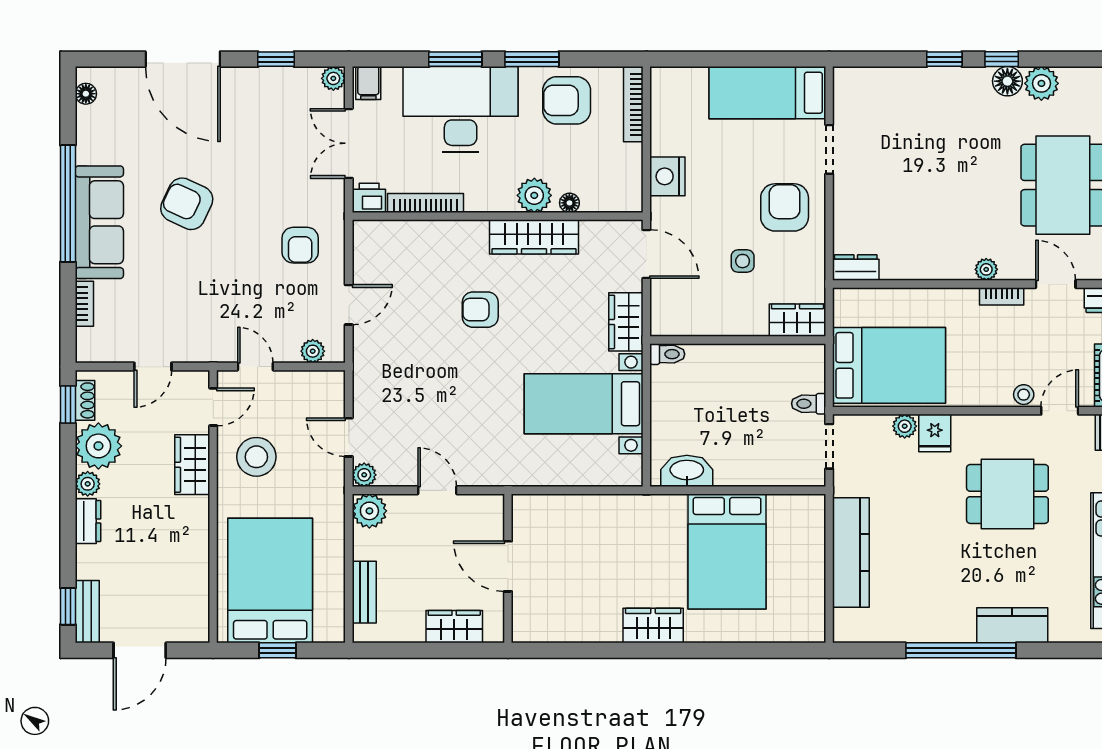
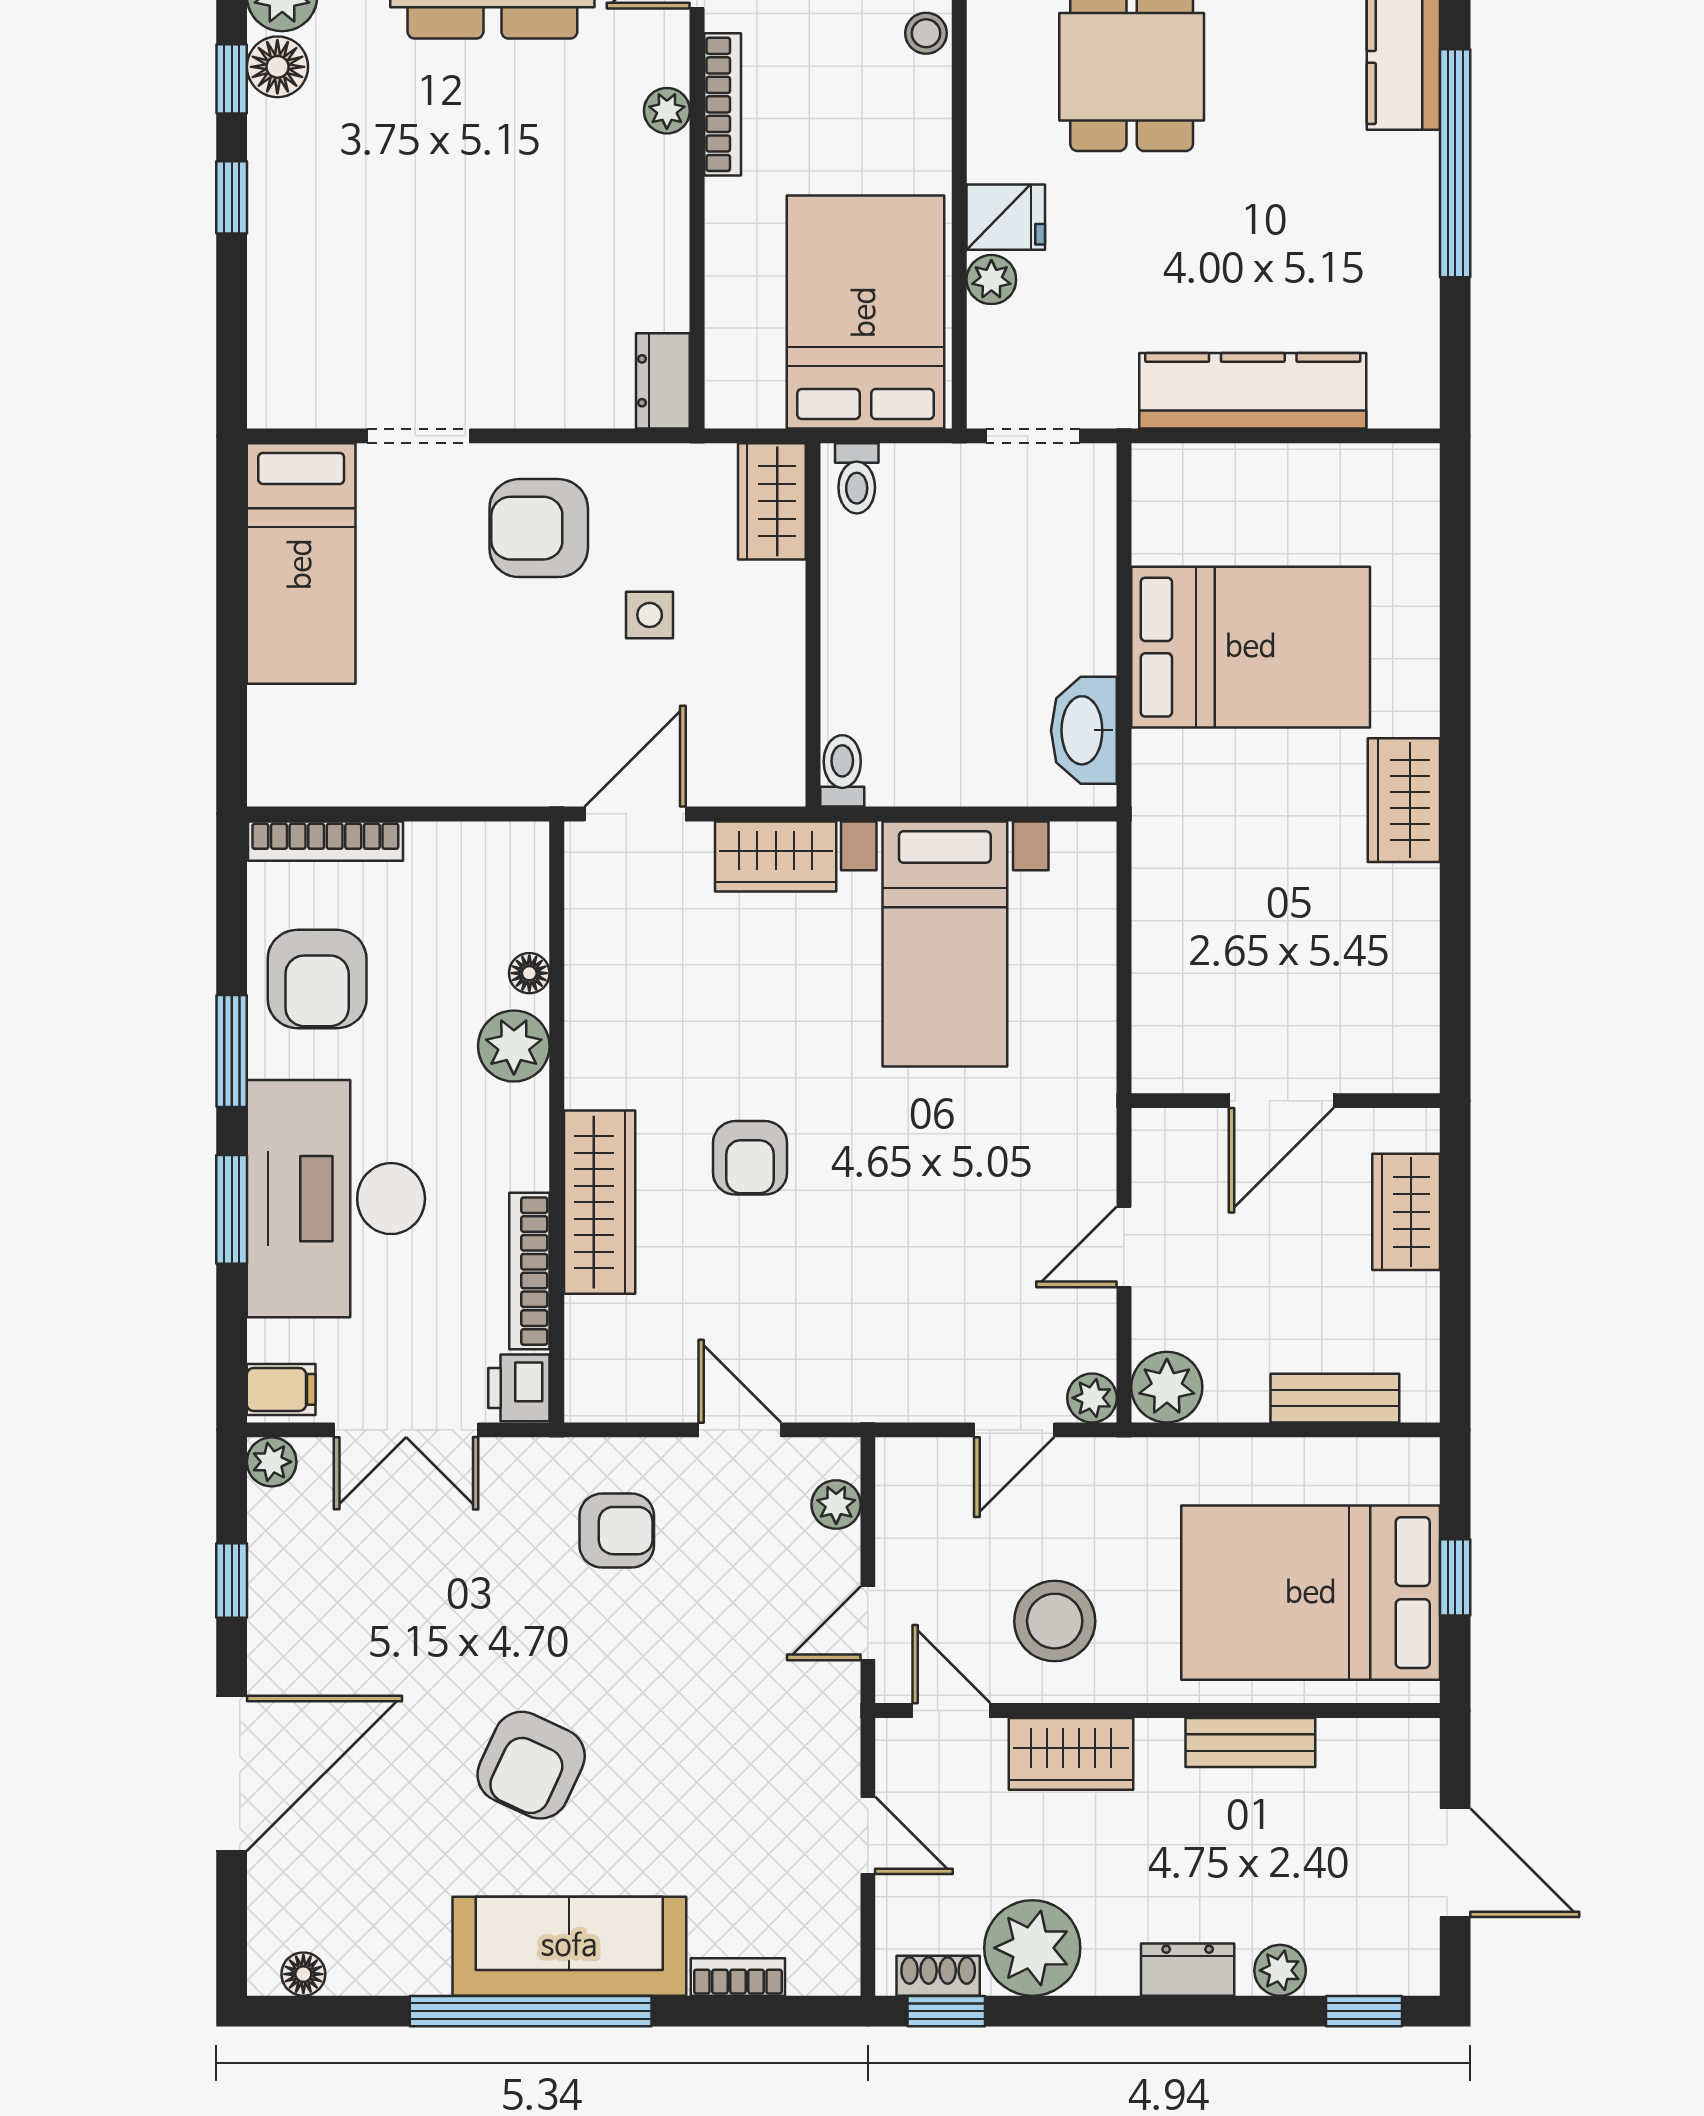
nightstand: (667, 176) -> (474, 770), removed
wardrobe: (534, 237) -> (600, 1202), moved
bookcase: (1002, 296) -> (723, 104), width x1.56
toilet: (809, 404) -> (857, 478), moved
plant: (88, 484) -> (1280, 1970), moved
bench: (87, 612) -> (1250, 1742), moved

